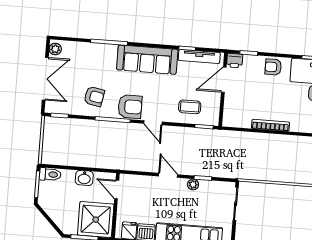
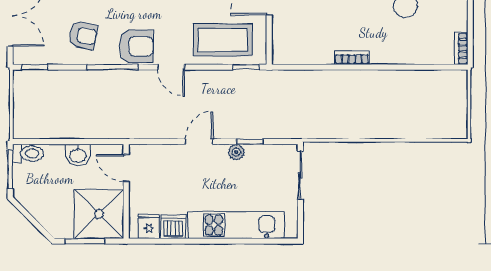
coffee table: (190, 107) -> (223, 40), width x1.86, depth x1.72
bookcase: (270, 125) -> (352, 58), width x0.64
door: (168, 175) -> (199, 142), hinge flipped

